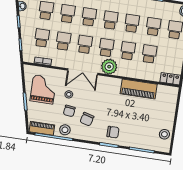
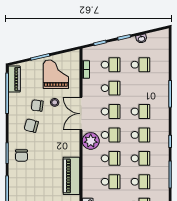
school desk: (68, 14) -> (141, 88), removed
grand piano: (43, 89) -> (56, 74), turned -90
stool: (65, 130) -> (16, 104), removed

